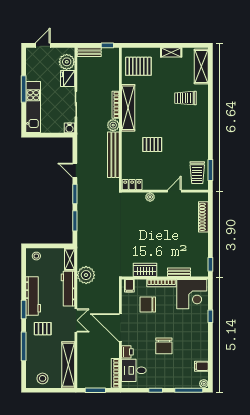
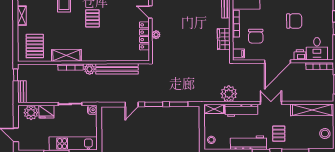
shelving: (128, 108) -> (66, 55), width x0.68
pallet: (152, 145) -> (92, 18), moved
locker: (132, 185) -> (144, 36), moved, width x1.53

